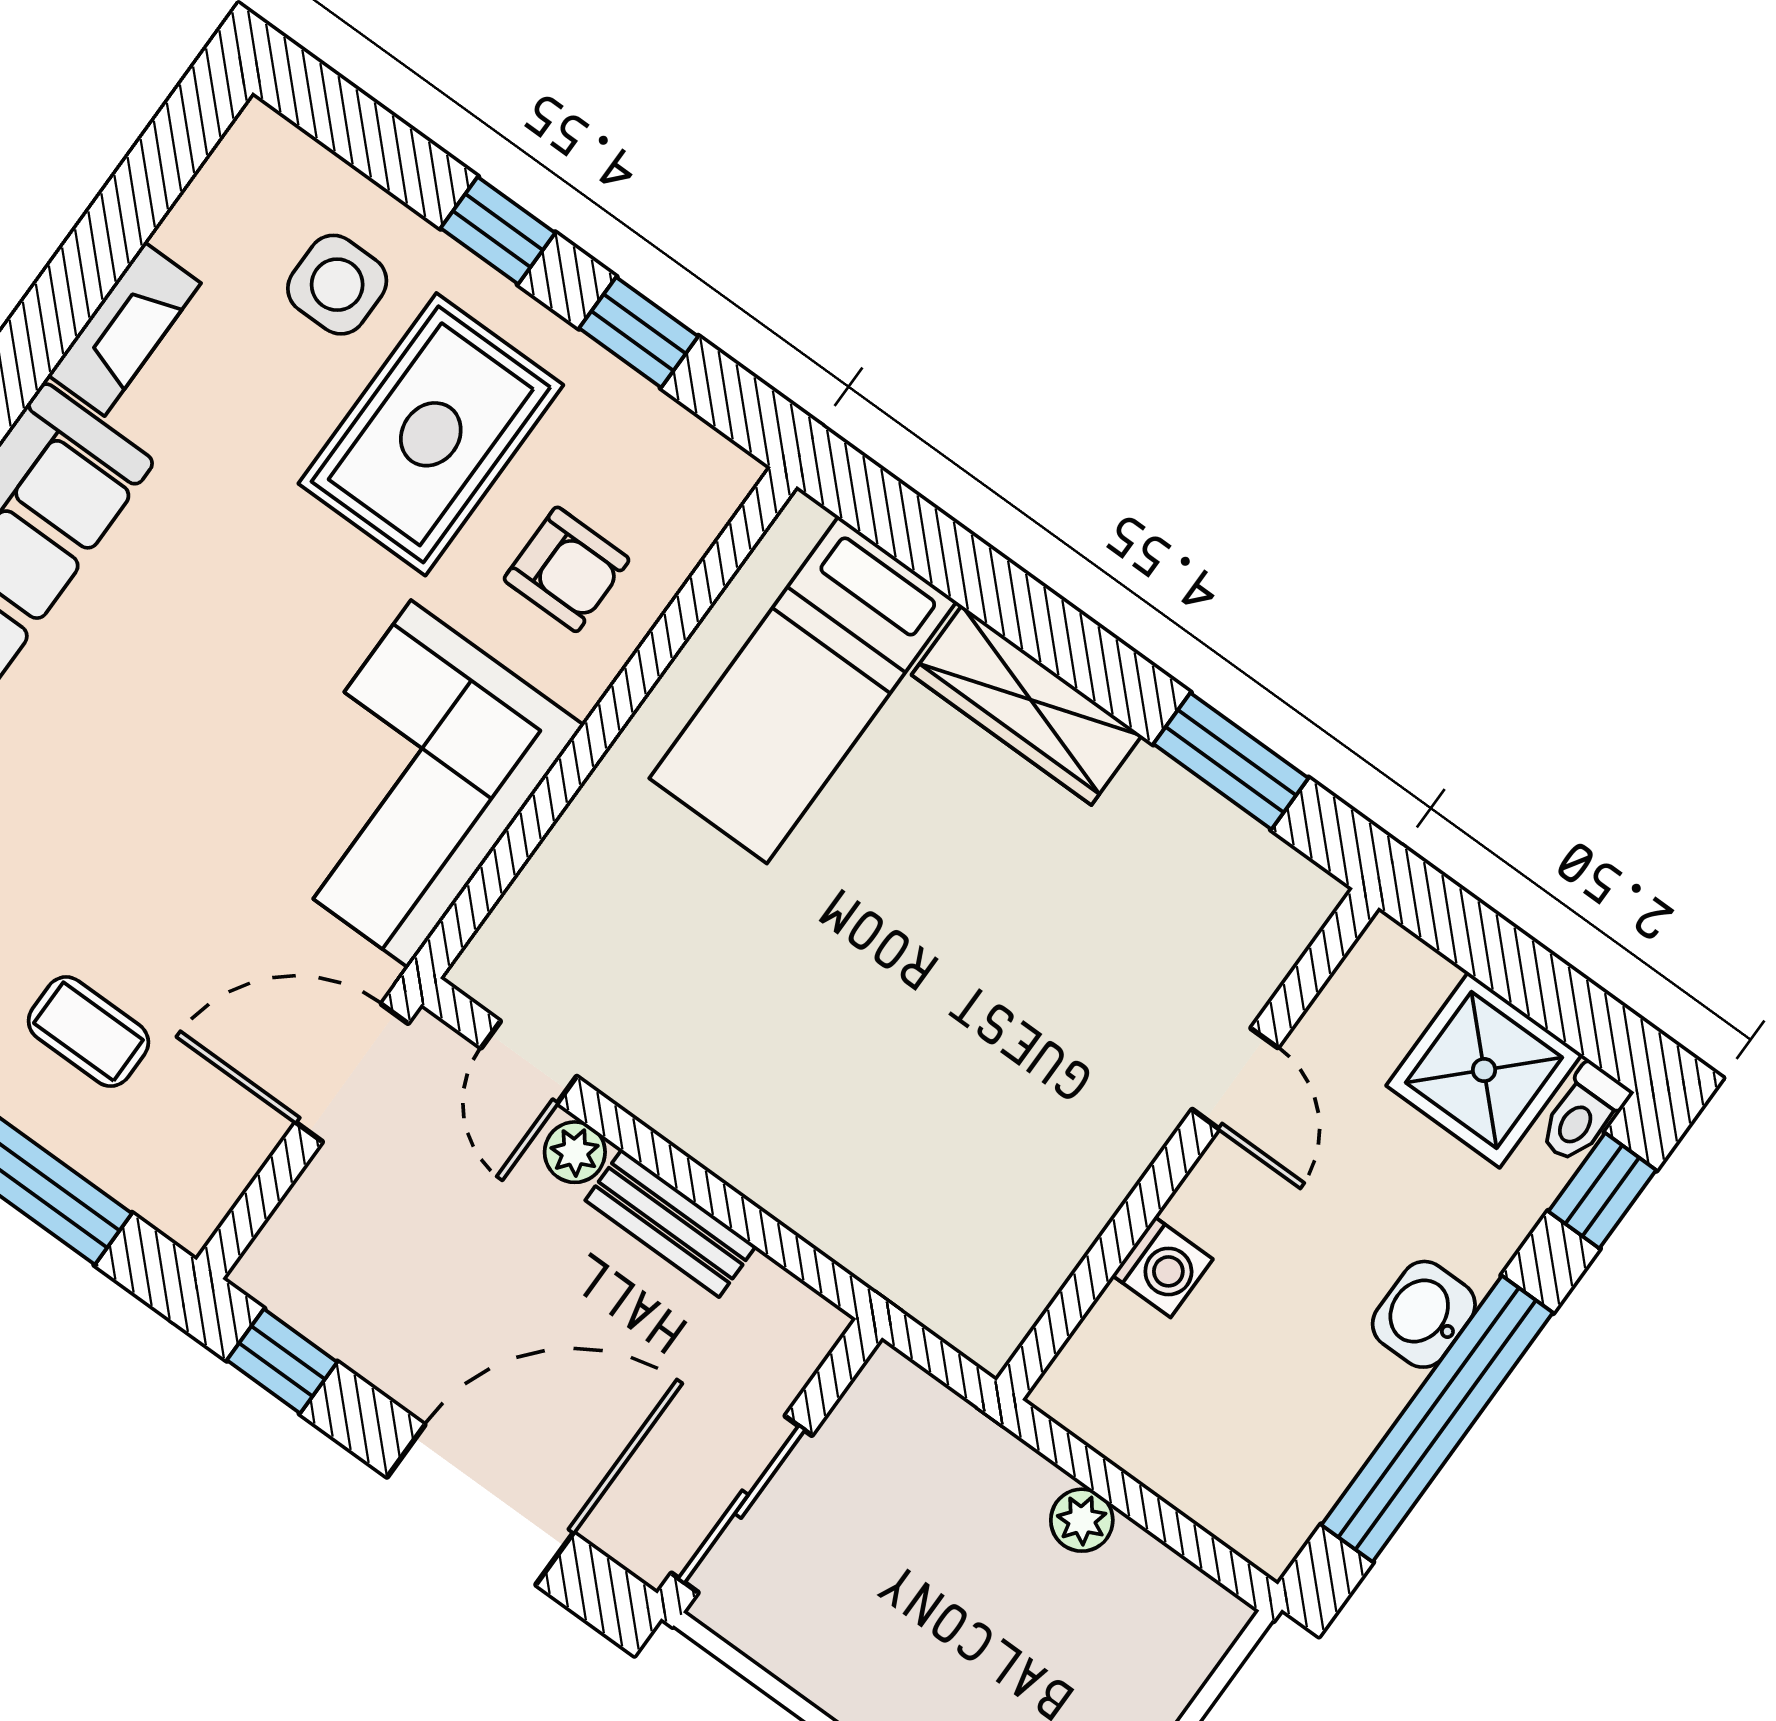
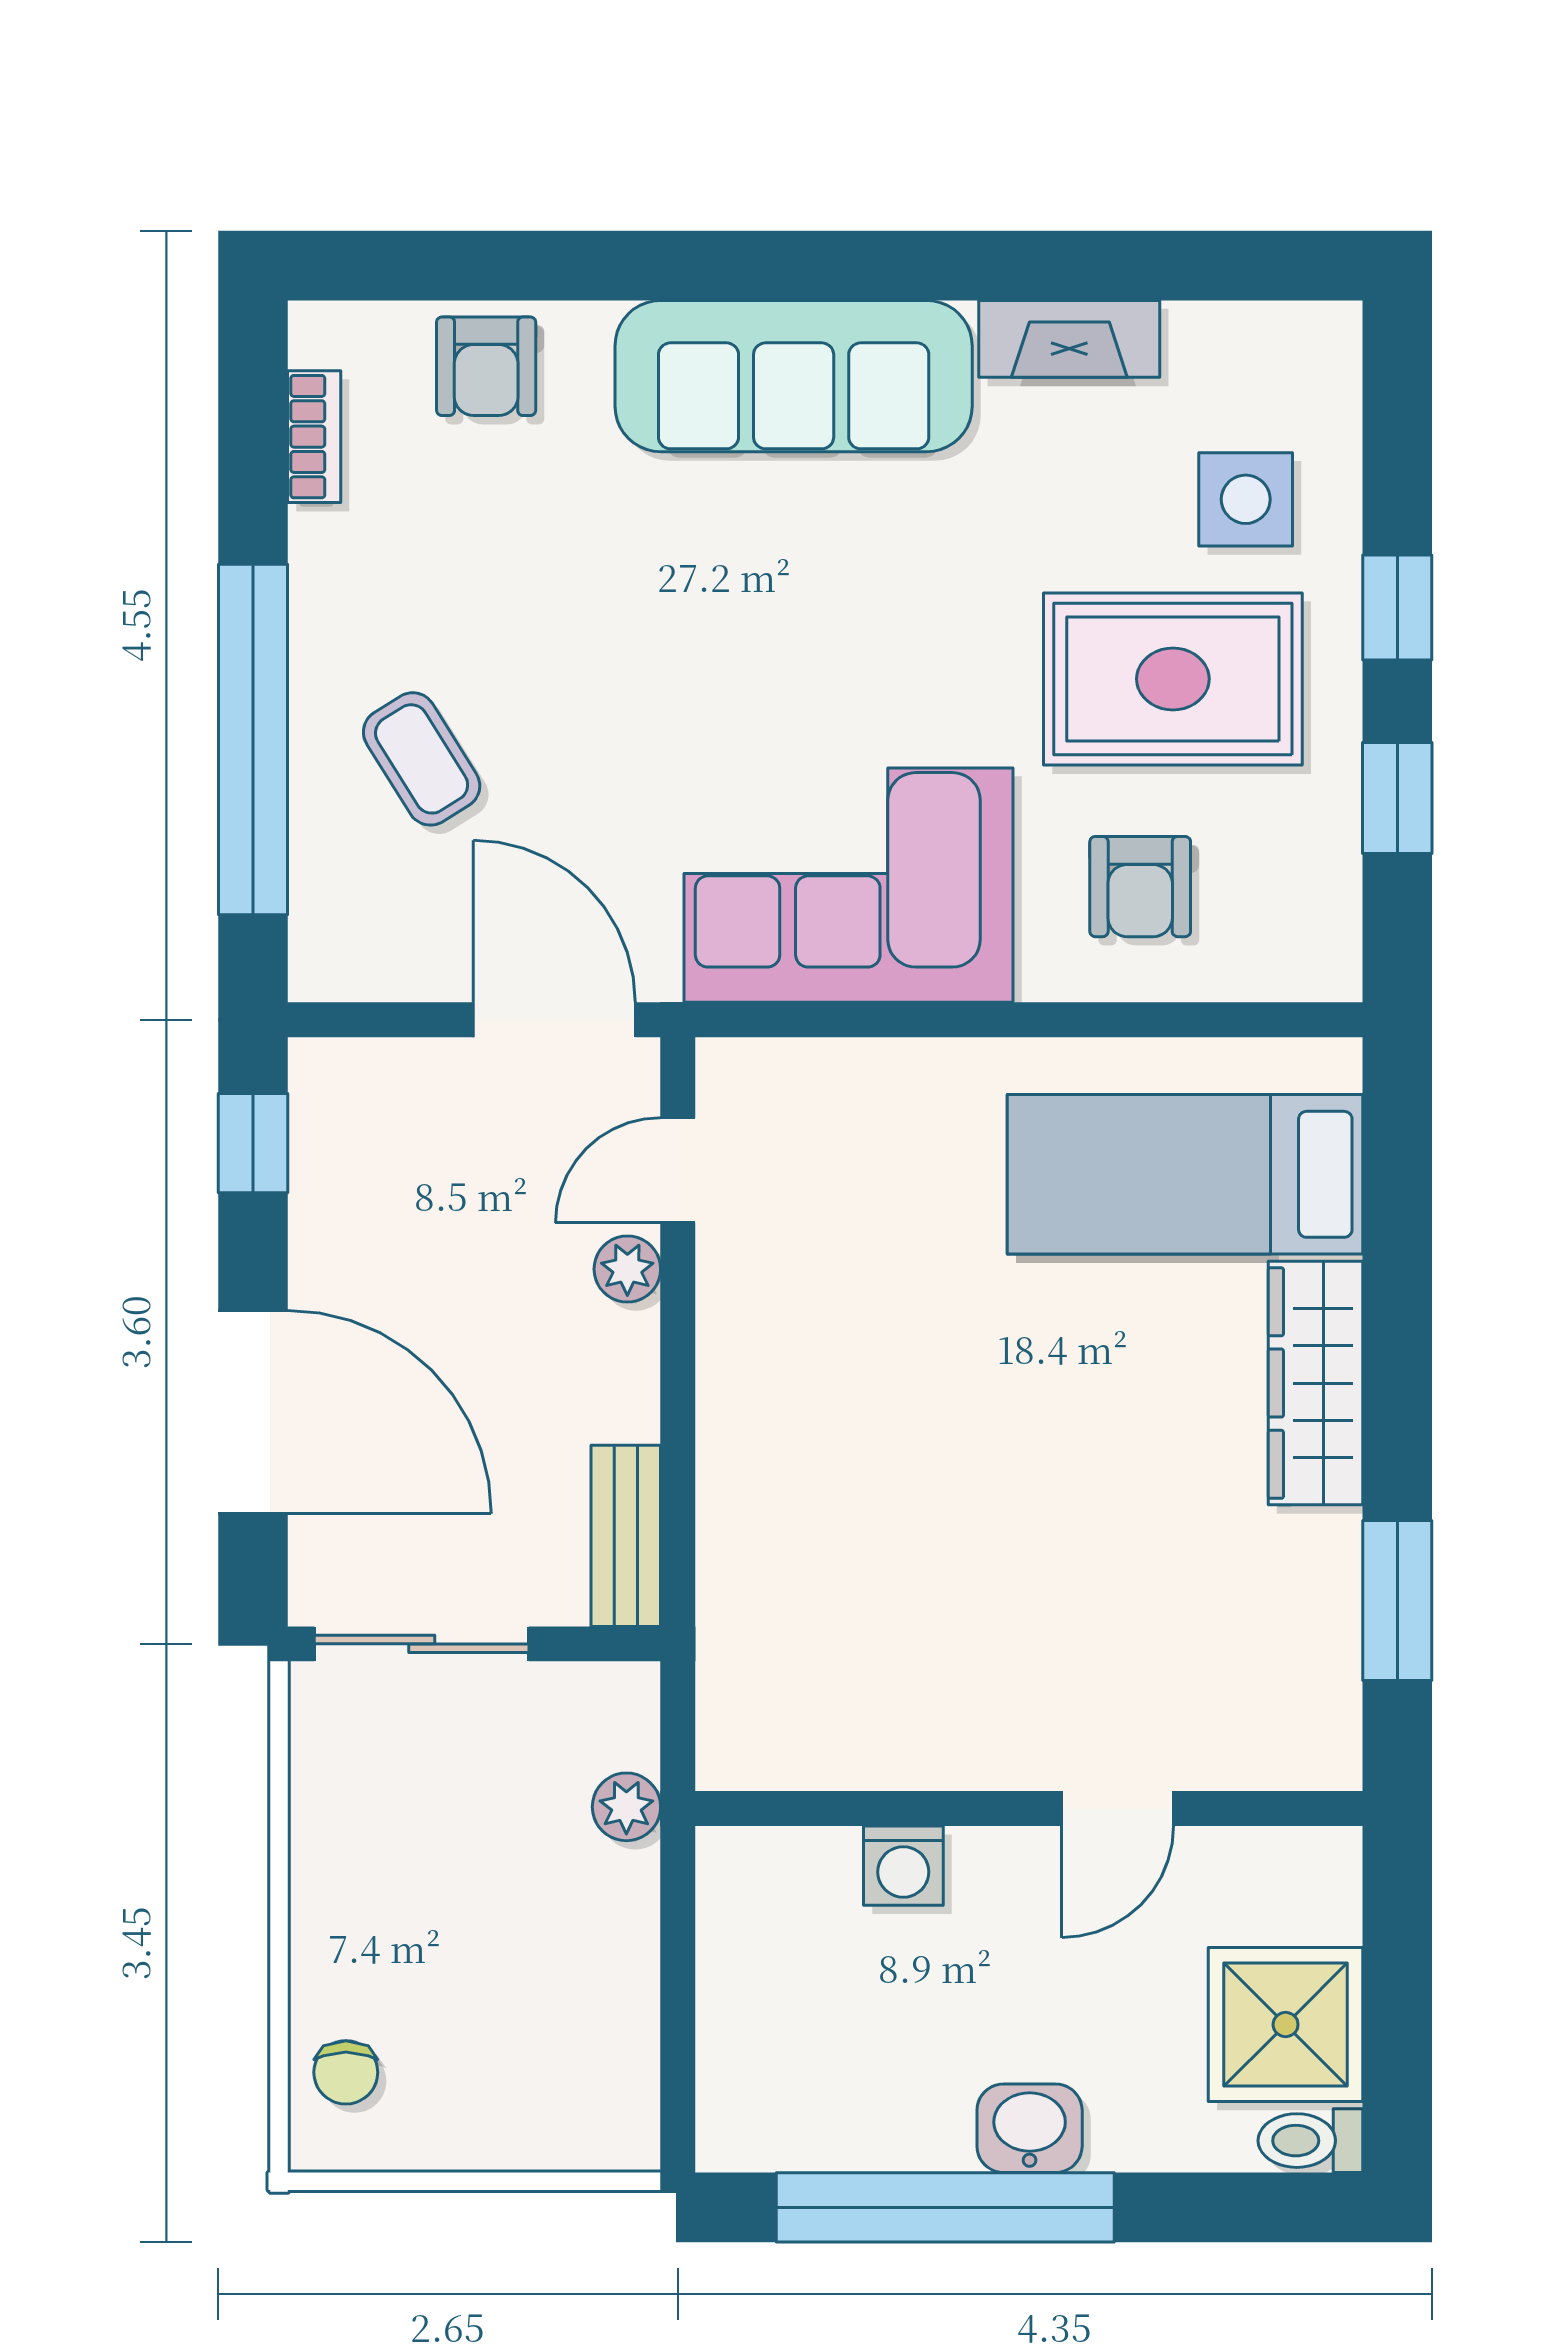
coffee table: (88, 1032) -> (422, 759), turned -32
window: (1602, 1191) -> (1254, 2207), removed
bench: (671, 1223) -> (626, 1536), moved
plant: (1082, 1520) -> (626, 1807), moved

